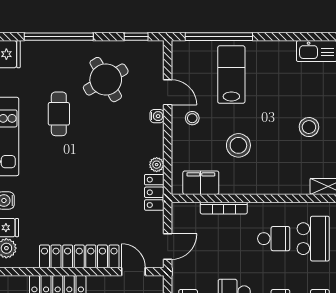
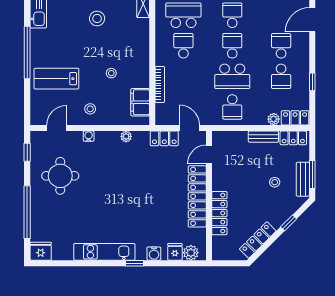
window: (219, 37) -> (27, 52), moved
round table: (106, 80) -> (60, 176), turned 30
door: (168, 92) -> (57, 128), moved
cafe table: (59, 114) -> (87, 212), removed
stool: (238, 145) -> (111, 73), width x0.53, depth x0.53
locker: (154, 192) -> (164, 138), moved

